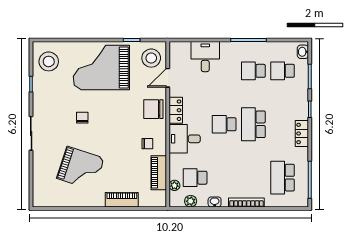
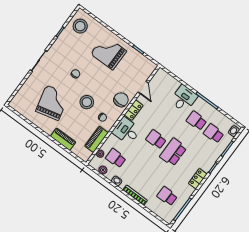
desk: (205, 57) -> (184, 98), moved
stool: (151, 58) -> (87, 102), moved
grand piano: (101, 67) -> (109, 53), width x0.73, depth x0.68
door: (168, 78) -> (143, 88), swing flipped
chair: (153, 109) -> (121, 100), turned 90
grand piano: (80, 168) -> (52, 103), turned -122
school desk: (282, 178) -> (167, 196), width x0.54

